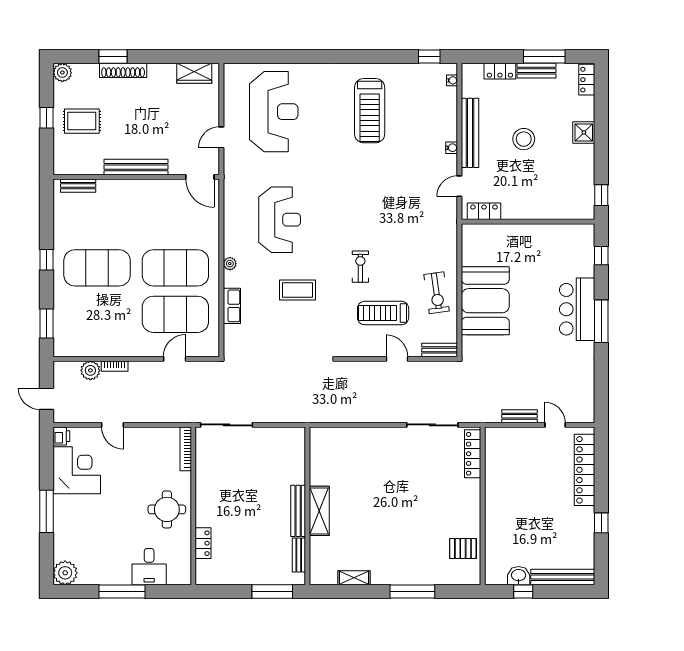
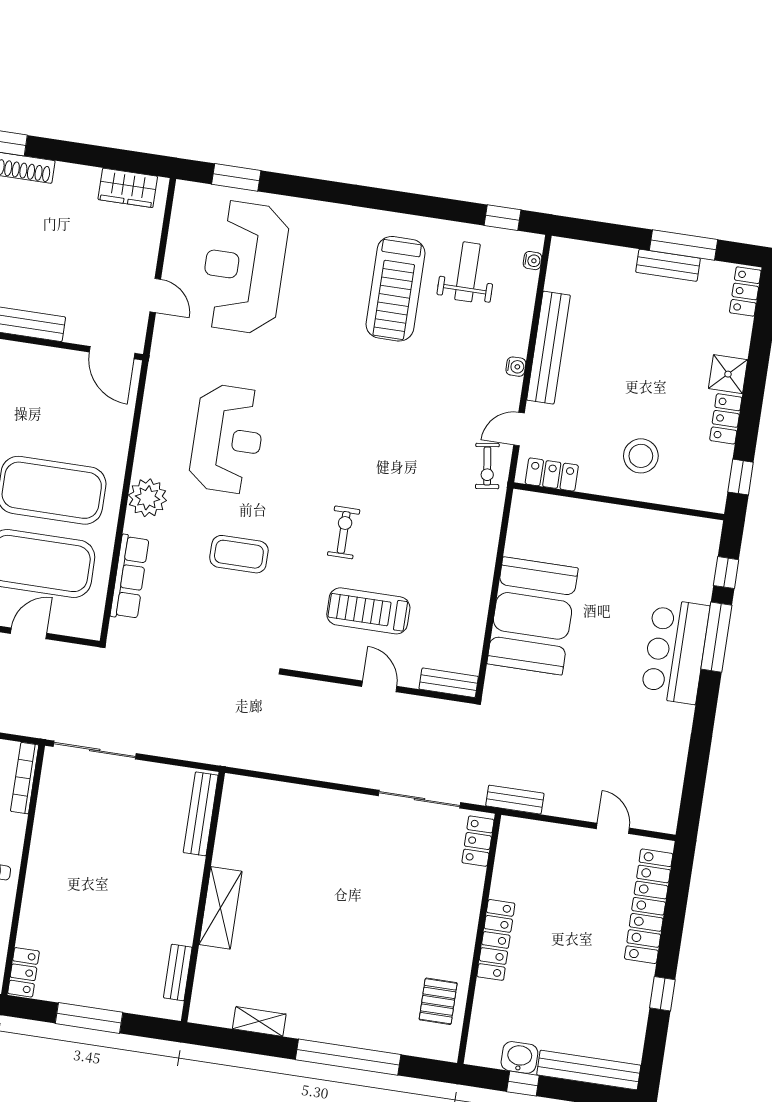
window: (260, 57) -> (236, 177), added
locker: (500, 71) -> (726, 419), moved, turned 90
weight bench: (413, 93) -> (467, 272), added
reception desk: (274, 112) -> (244, 267), turned 180
door: (221, 137) -> (155, 295), swing flipped
stool: (524, 139) -> (641, 456), moved
plant: (230, 264) -> (148, 498), width x1.87, depth x1.87
exercise bike: (437, 293) -> (487, 466), moved, width x0.73, depth x0.72
row of seats: (232, 306) -> (130, 577), width x1.48
window: (601, 321) -> (716, 637), moved
bench: (519, 416) -> (515, 800), moved
locker: (473, 454) -> (478, 841), width x0.66
locker: (493, 505) -> (496, 940), added
bench: (298, 511) -> (201, 814), moved
locker: (203, 543) -> (23, 972), moved
pallet: (463, 548) -> (438, 1001), turned 90
window: (272, 592) -> (89, 1018), moved
window: (412, 592) -> (348, 1057), width x1.46

